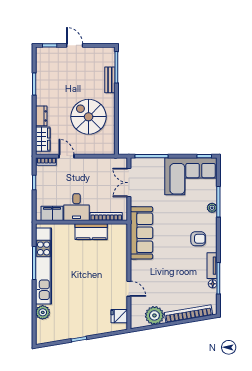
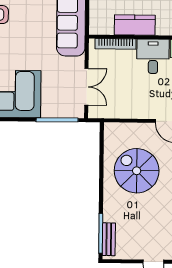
bench: (110, 80) -> (109, 239), moved
spiral stairs: (89, 117) -> (137, 171), turned 180

